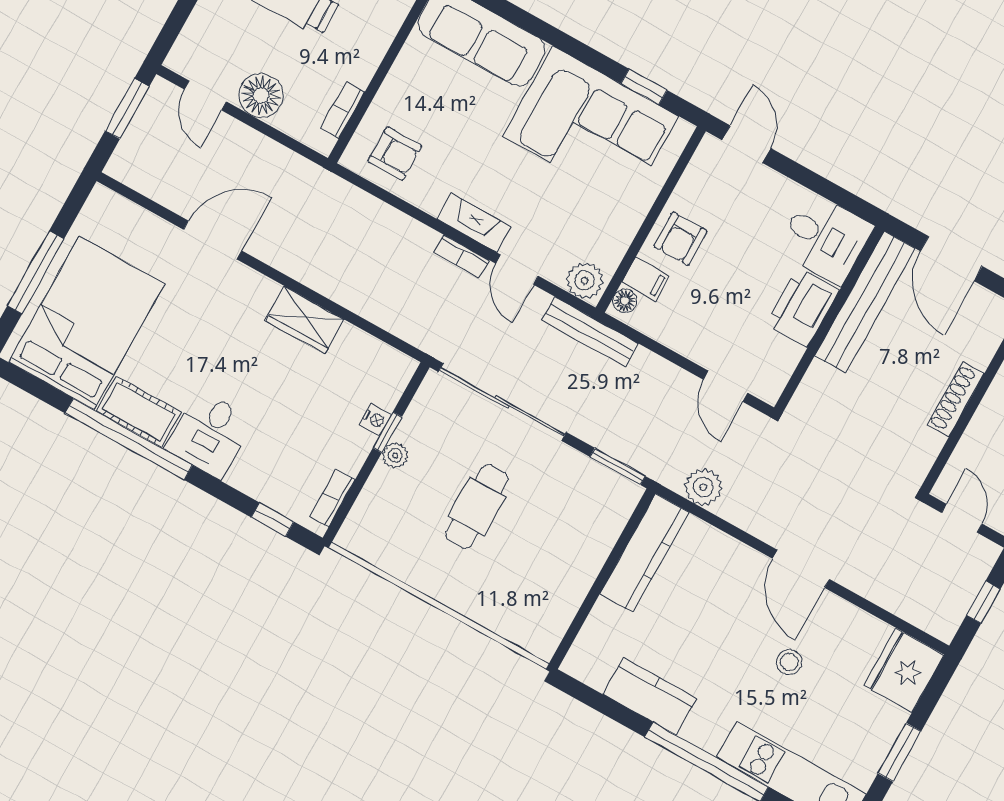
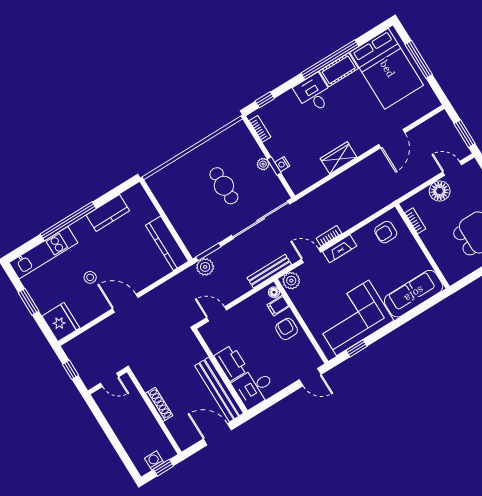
plant: (703, 487) -> (205, 267), moved

